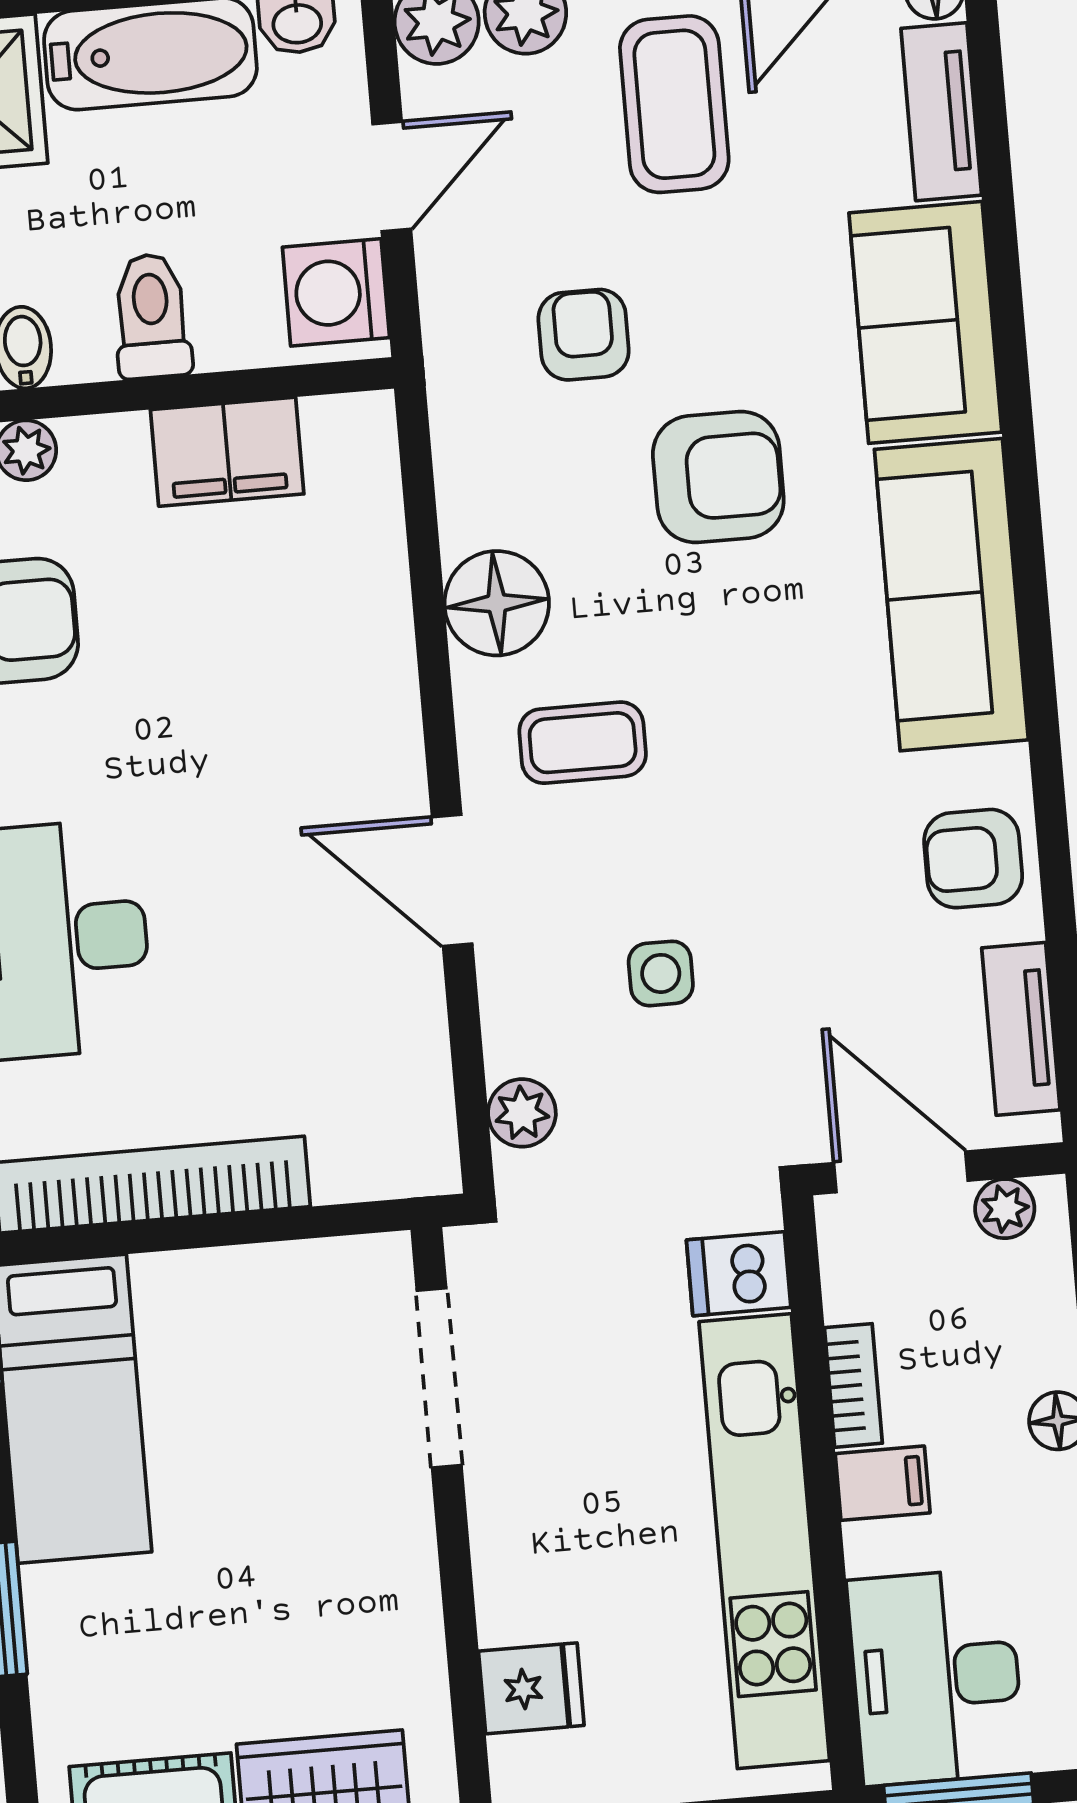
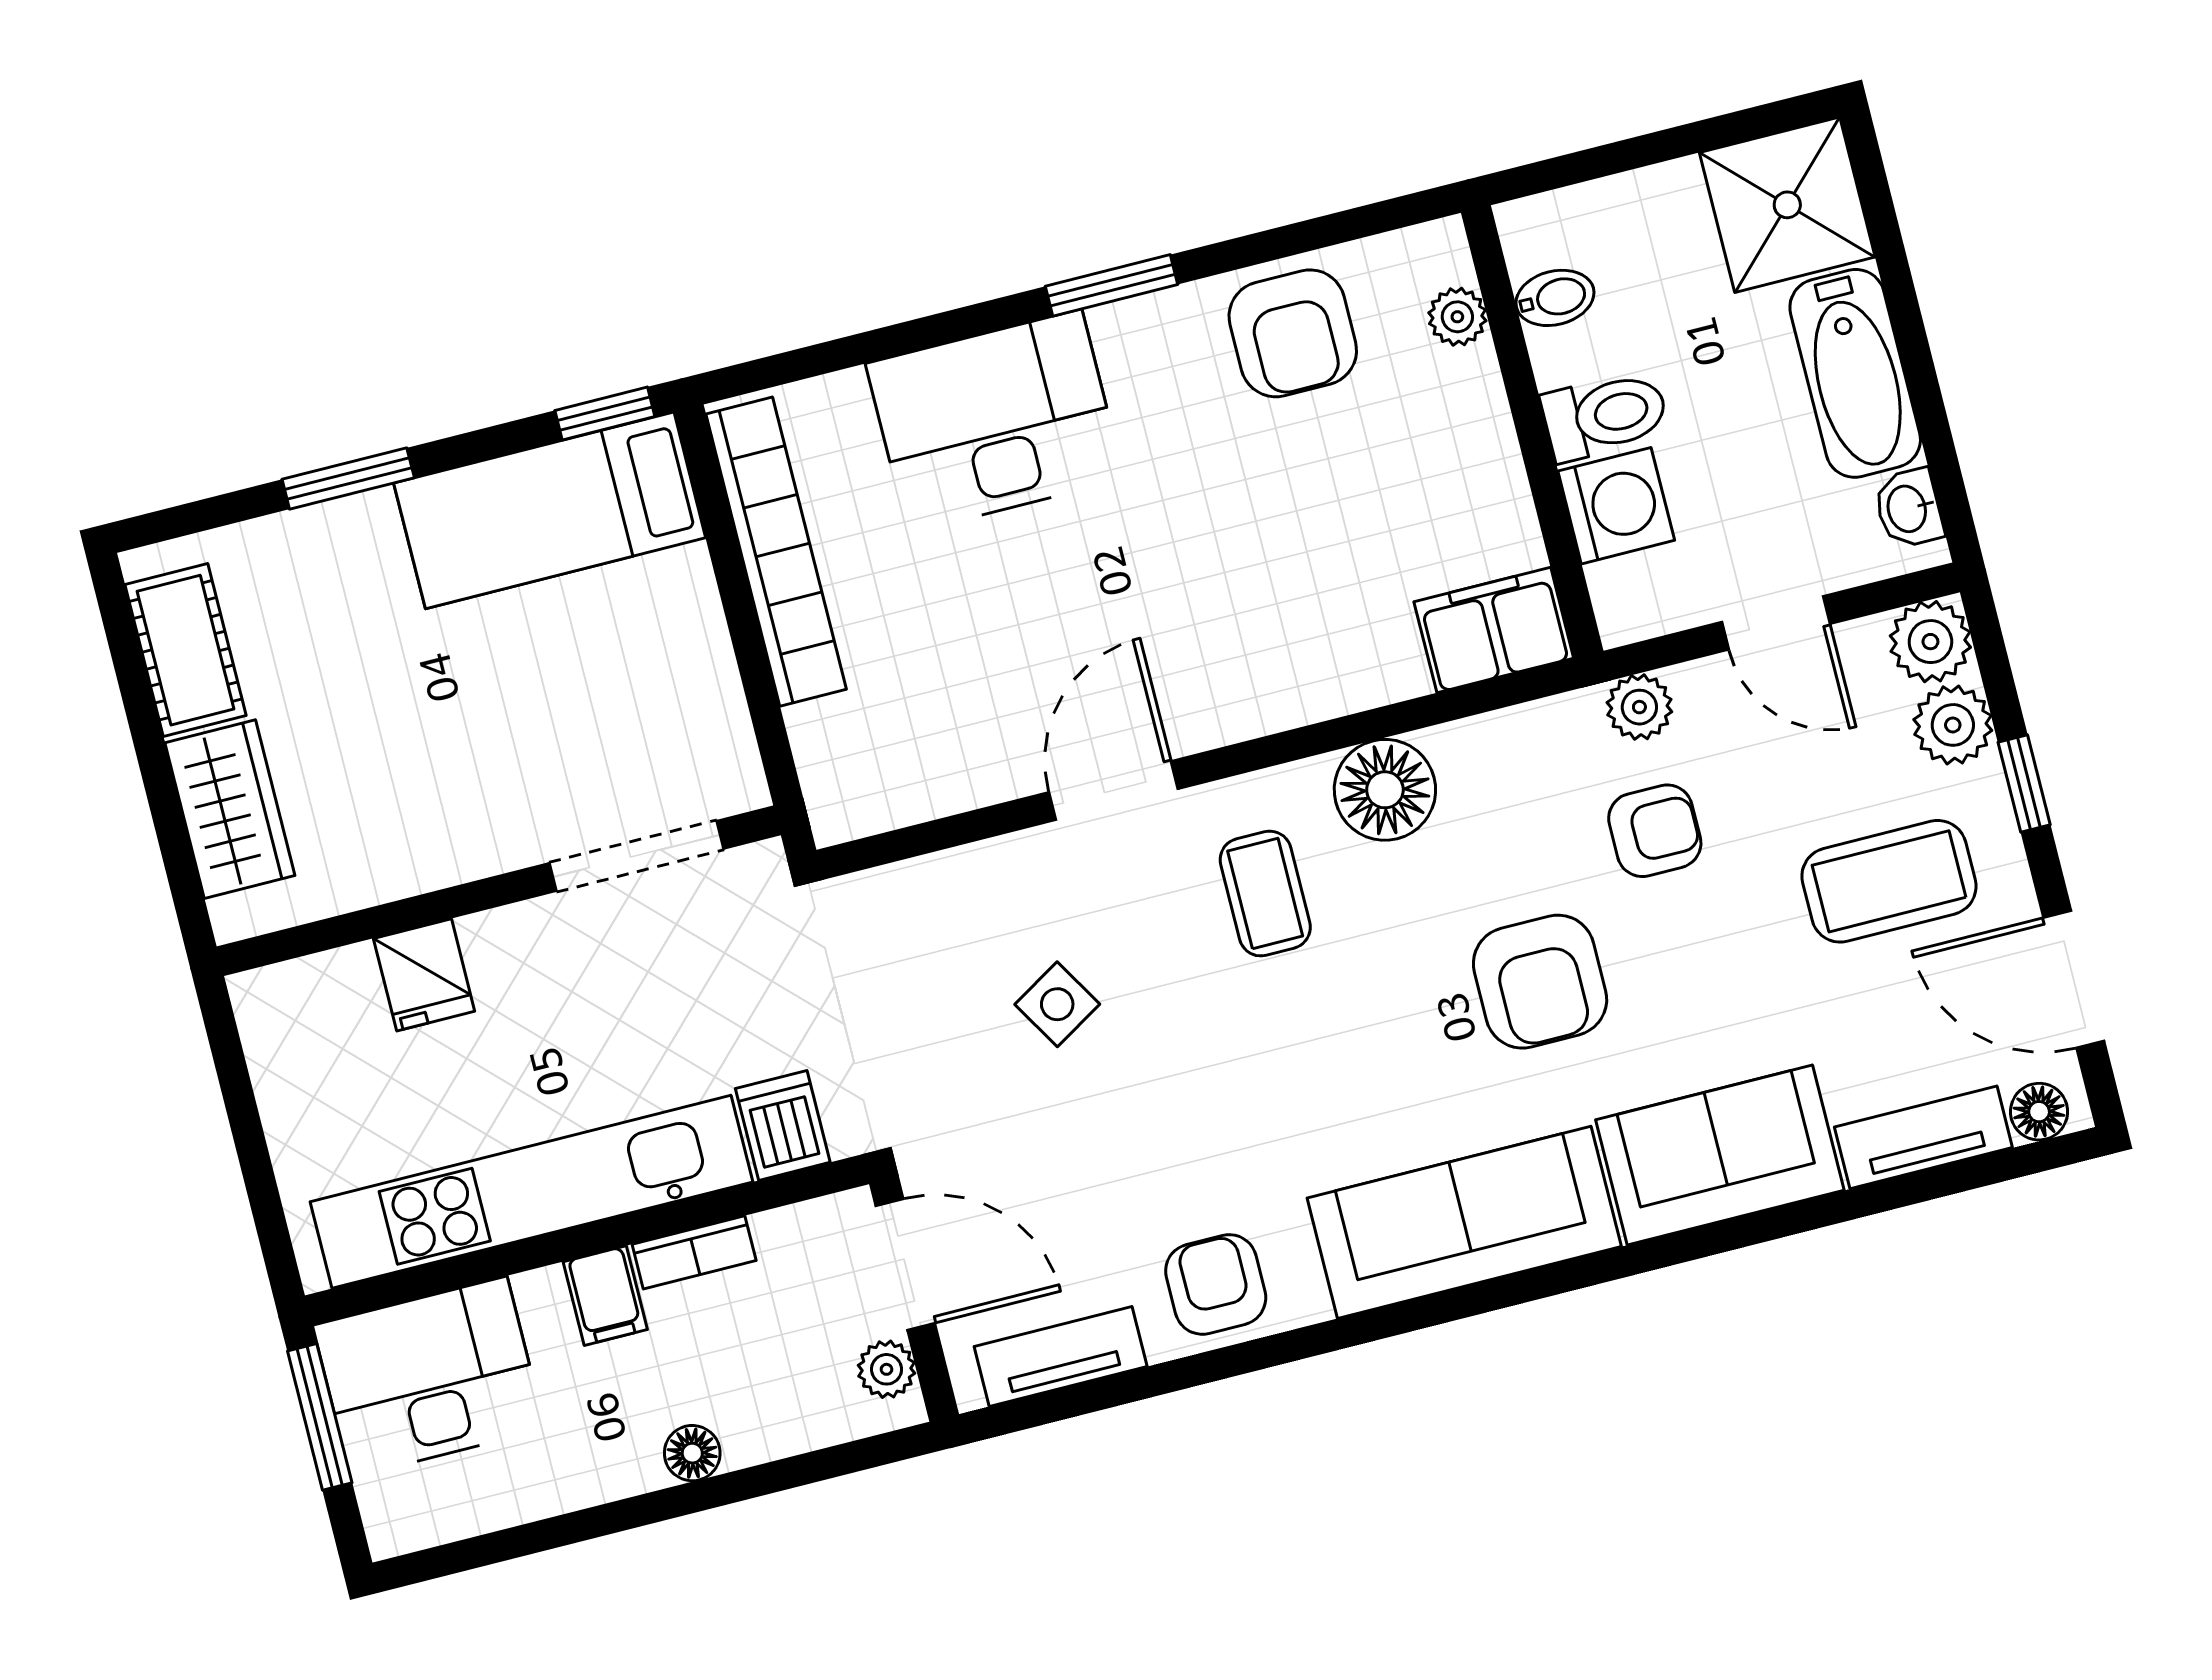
washing machine: (336, 292) -> (1616, 506), moved, turned 90
filing cabinet: (227, 452) -> (1494, 630), moved, turned 90
side table: (661, 973) -> (1057, 1004), turned -31
plant: (522, 1113) -> (1639, 707), moved
door: (901, 1172) -> (905, 1264), hinge flipped
fridge: (531, 1688) -> (424, 975), moved

